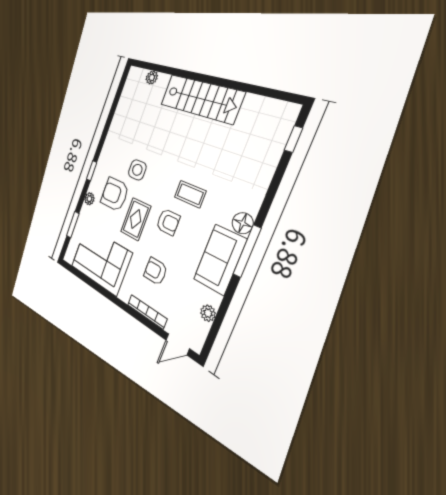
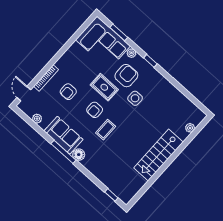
corner sofa: (101, 260) -> (103, 43), moved, turned 90
armchair: (155, 271) -> (68, 92), turned 180

